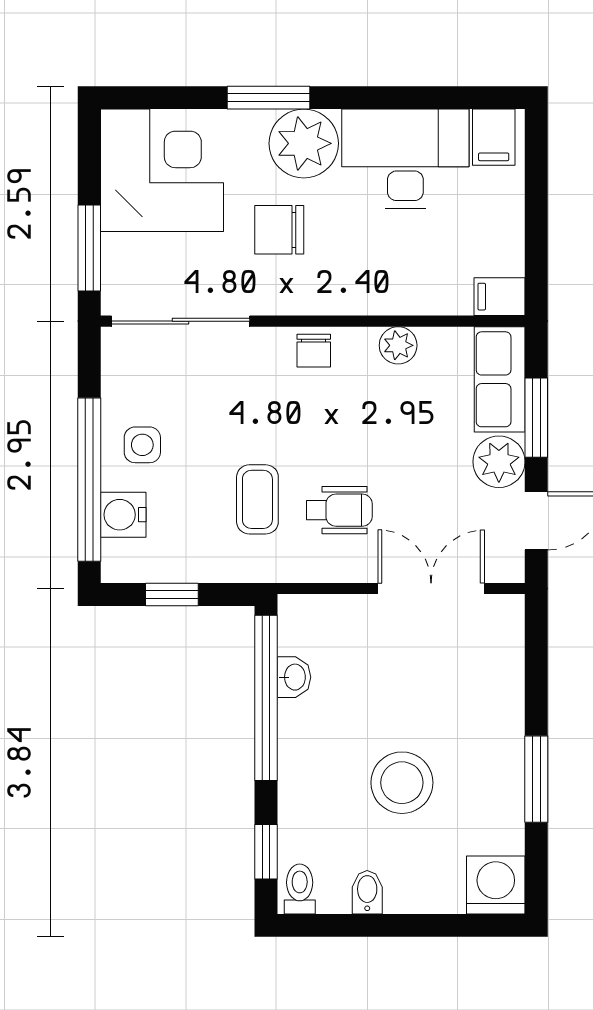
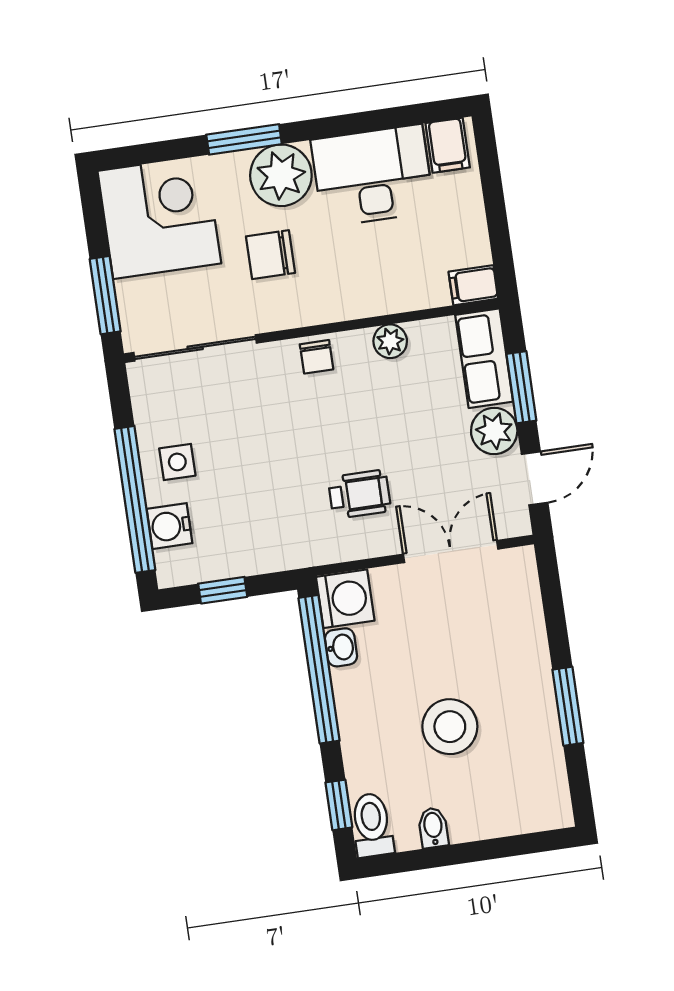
coffee table: (257, 499) -> (286, 495), removed
washing machine: (496, 885) -> (345, 599), moved, turned 90
toilet: (300, 889) -> (372, 825), width x1.37, depth x1.39

